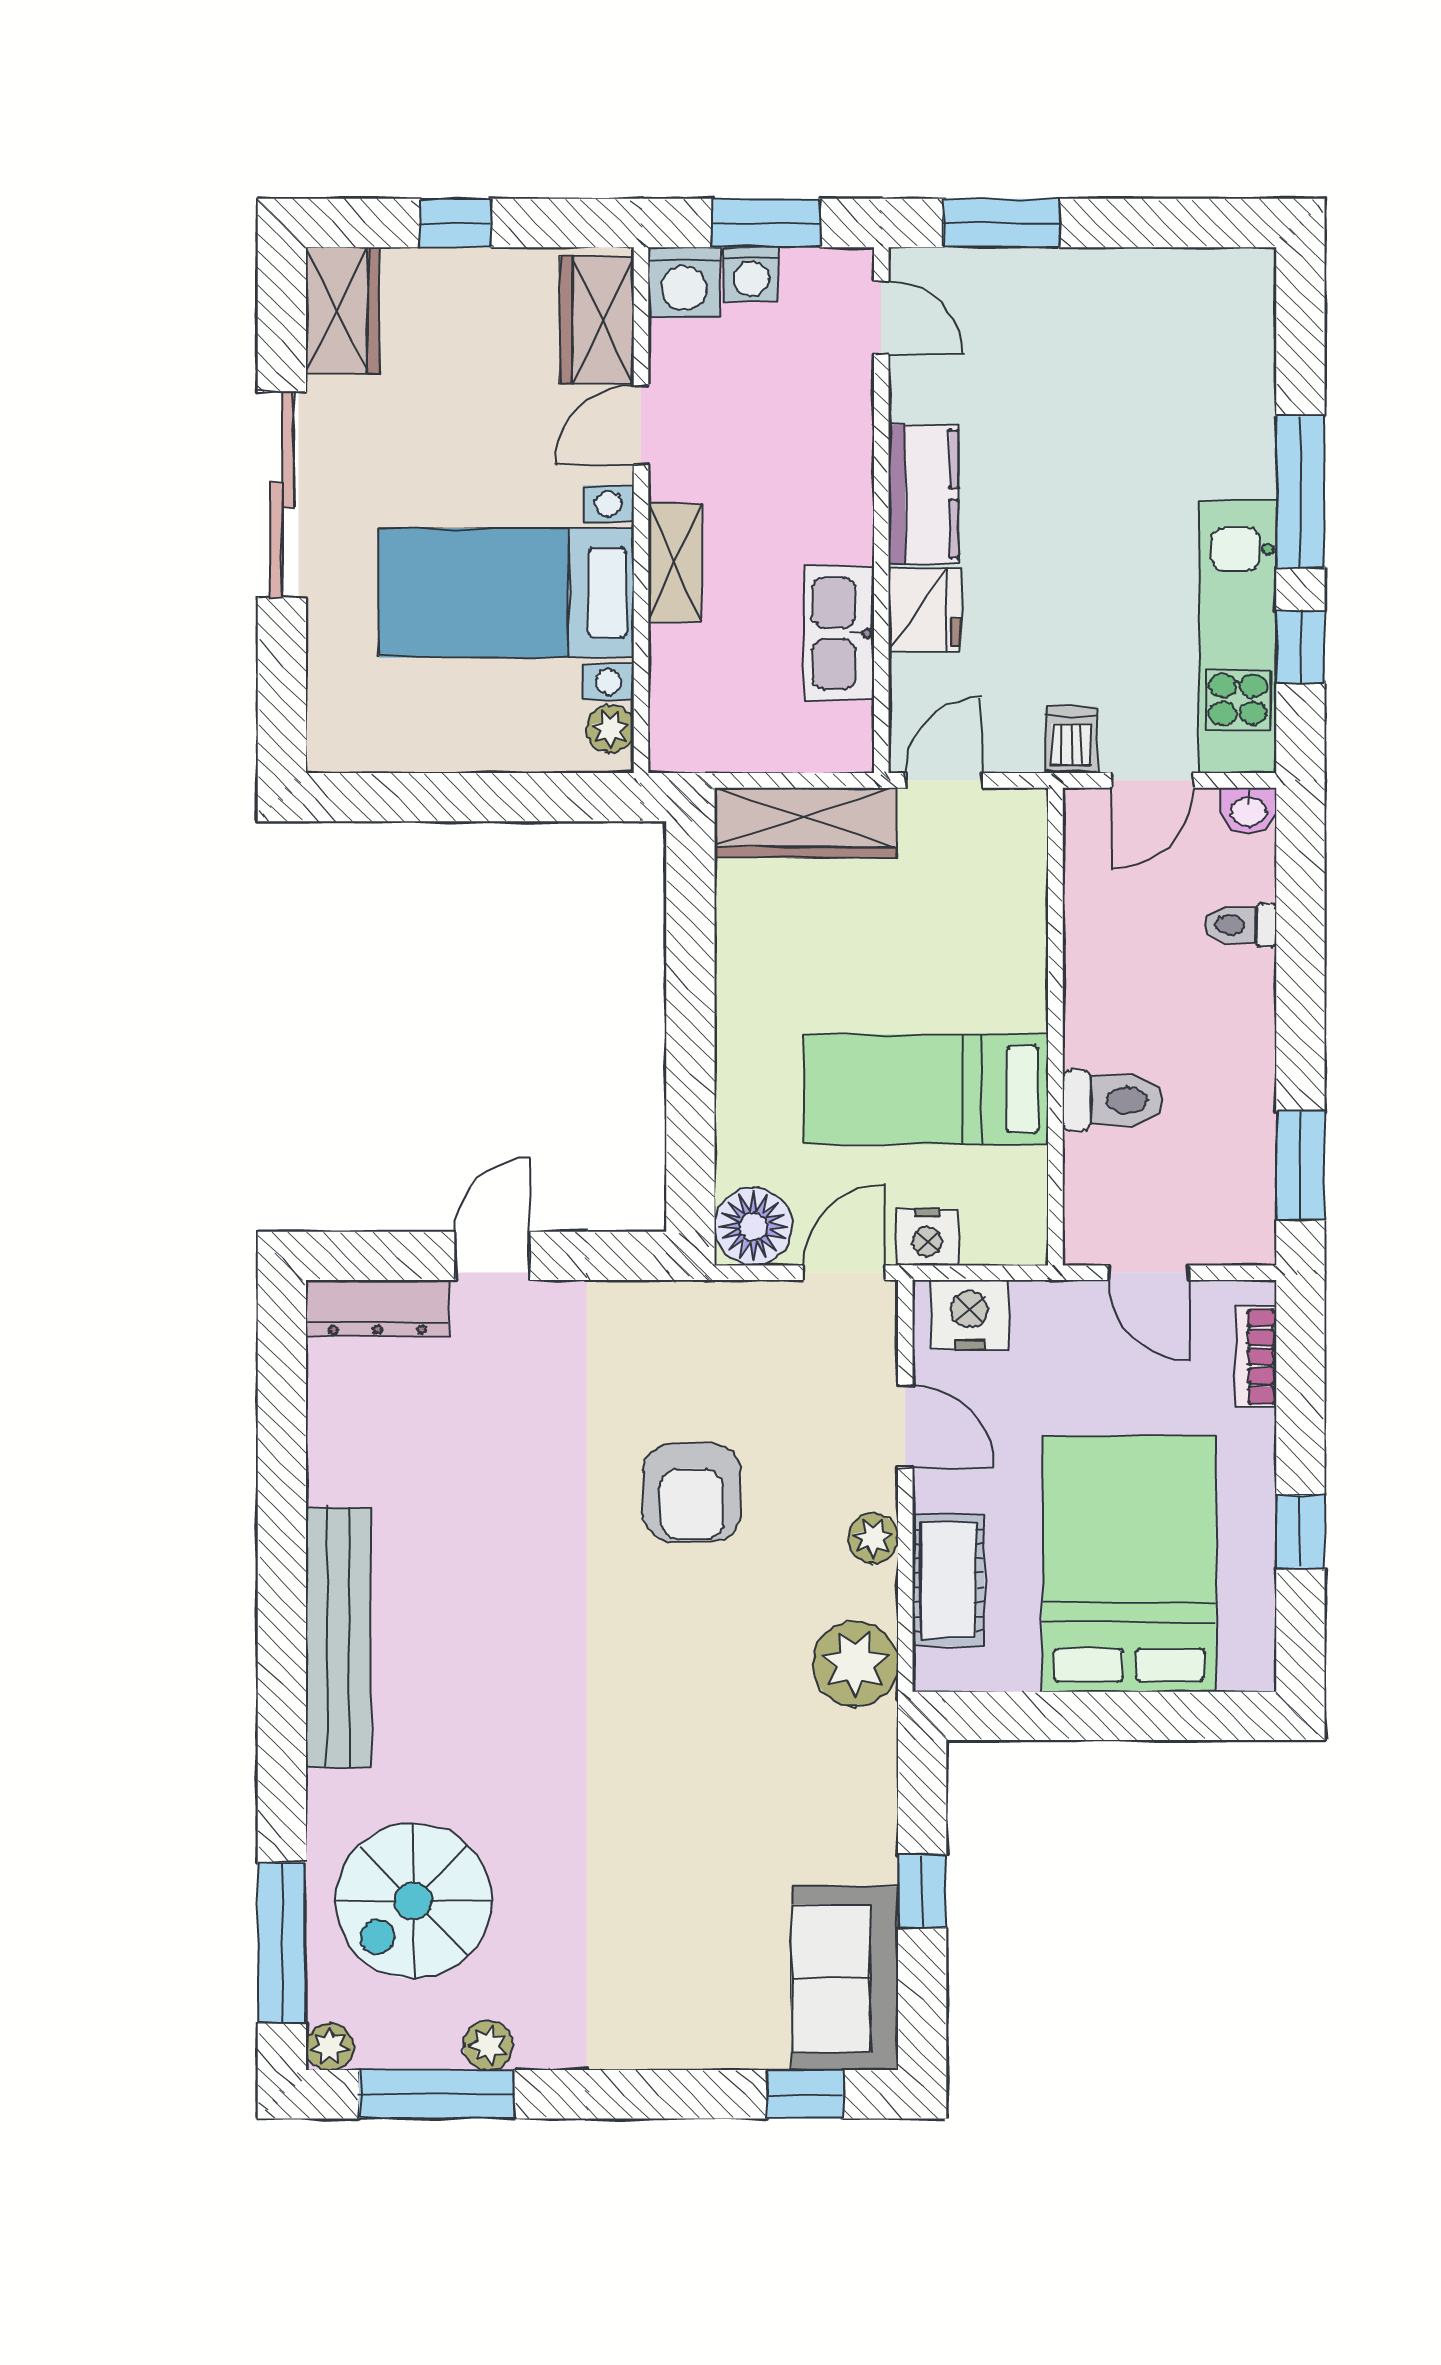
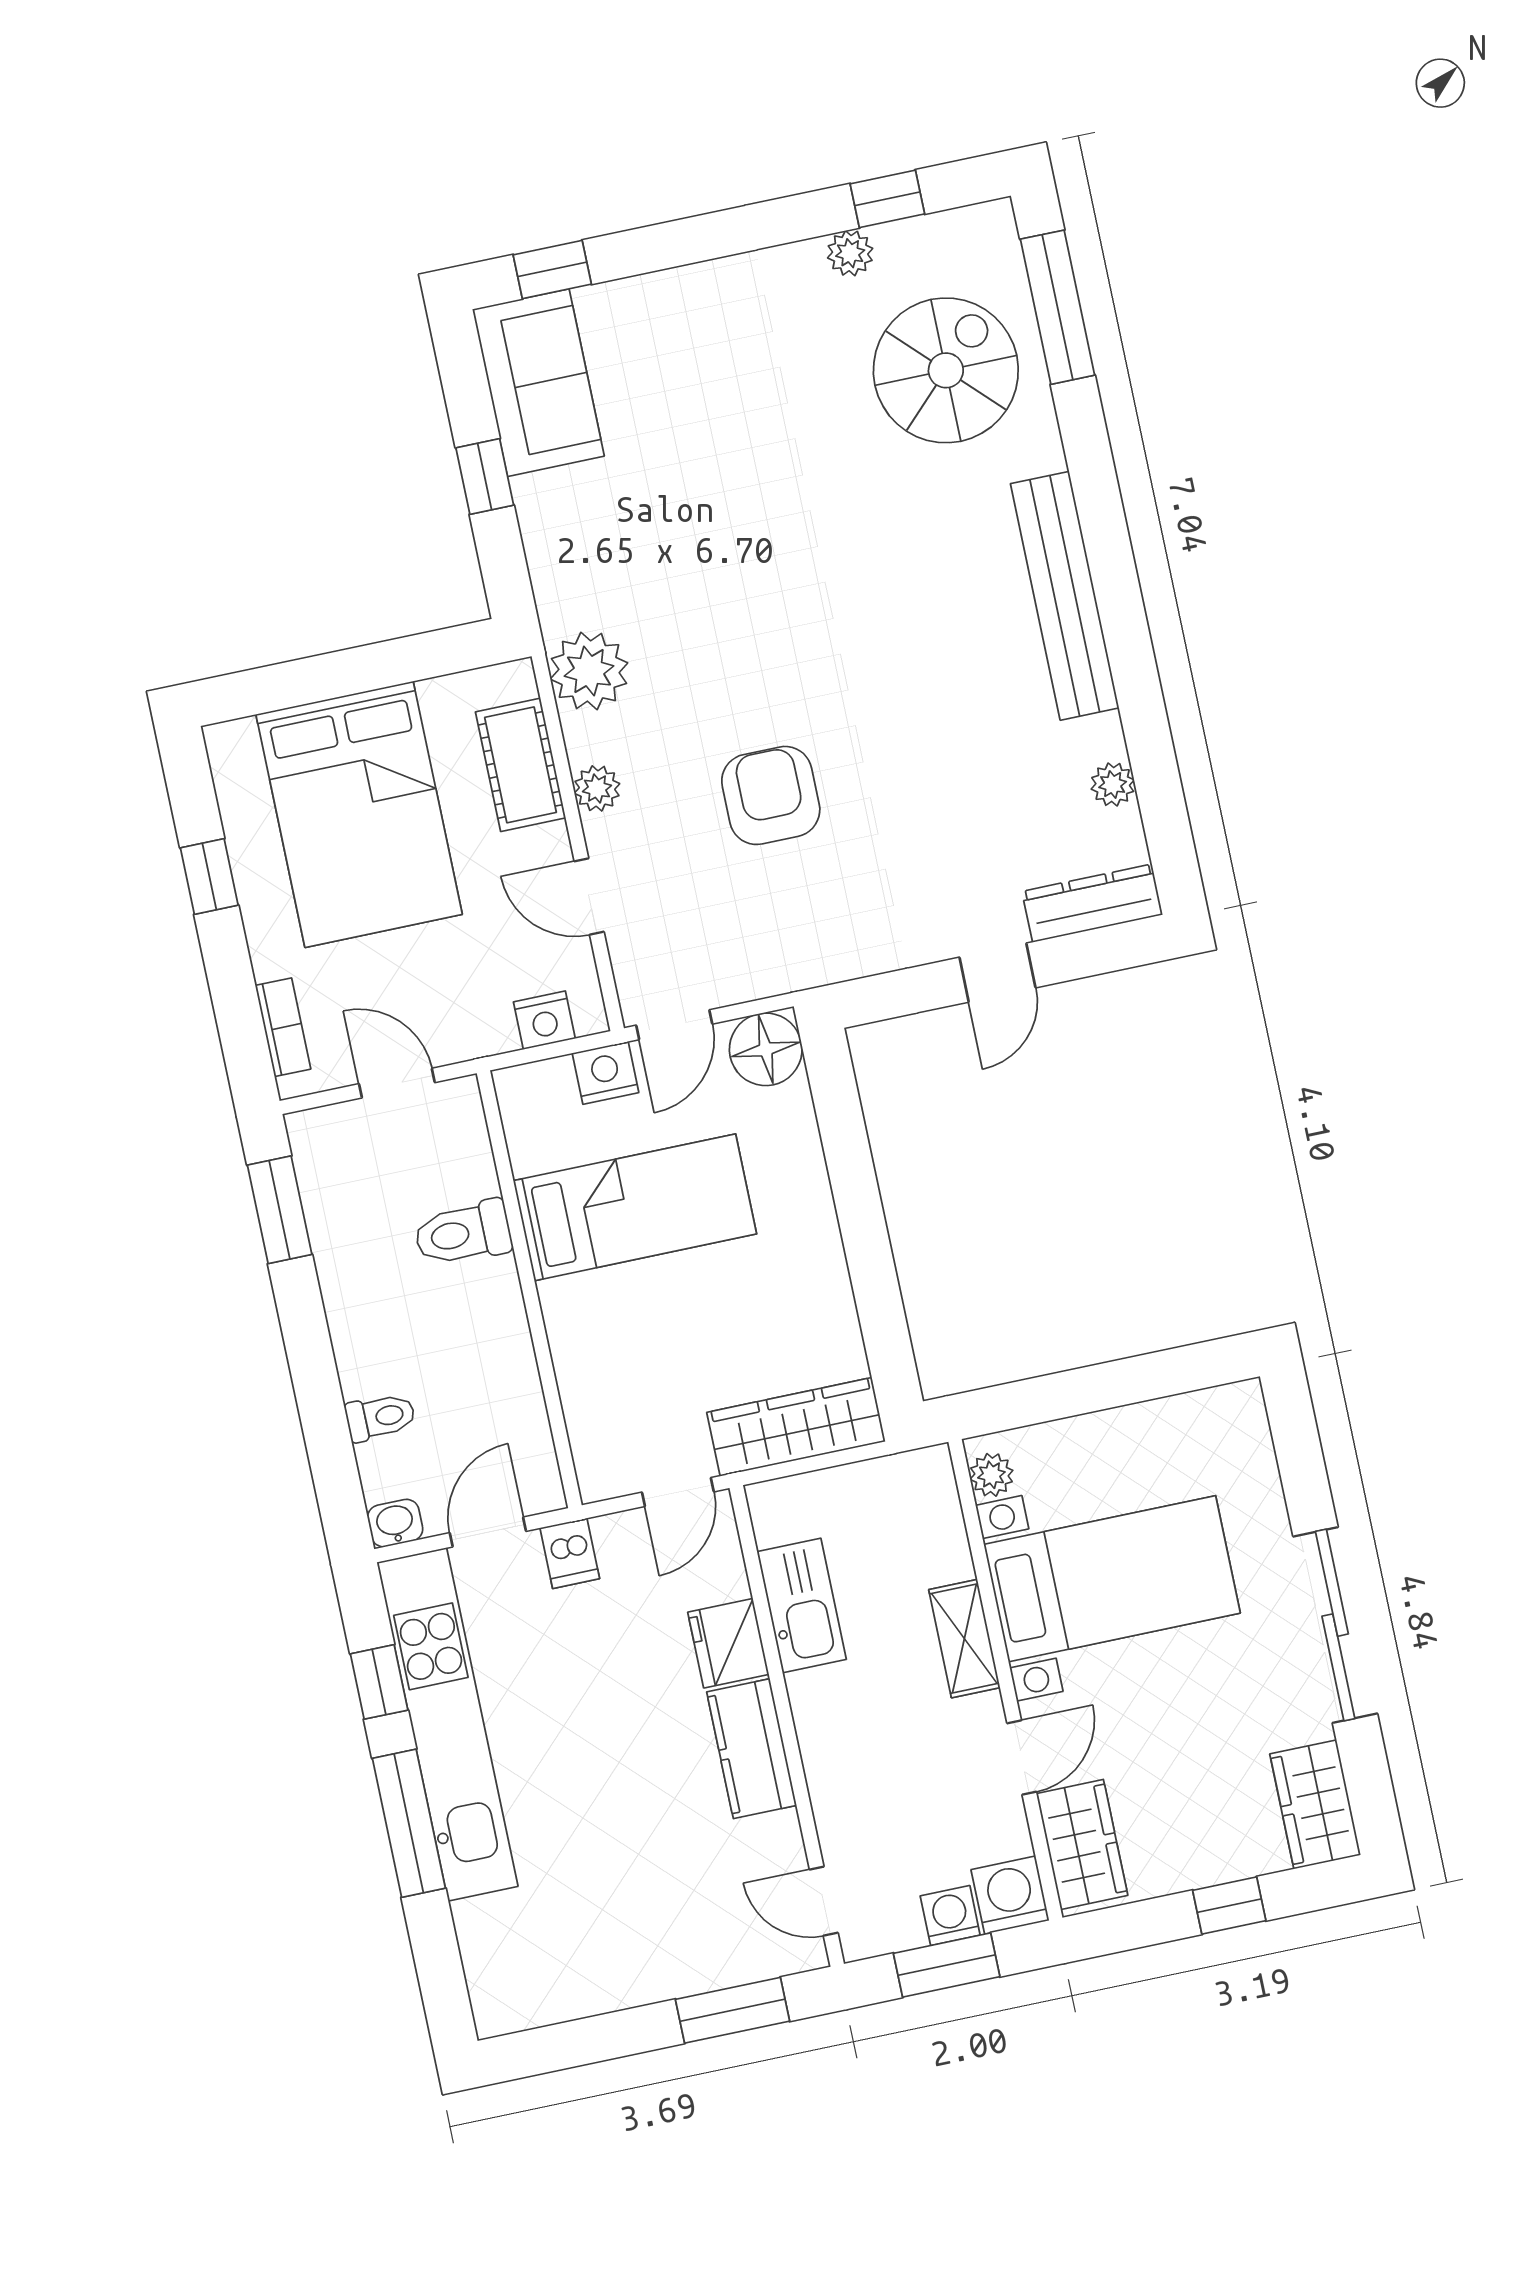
kitchen unit: (1238, 637) -> (447, 1724), width x1.36
nightstand: (970, 1315) -> (544, 1020), width x0.74, depth x0.75
plant: (330, 2046) -> (1113, 784), moved
window: (437, 2094) -> (887, 199), width x0.46

